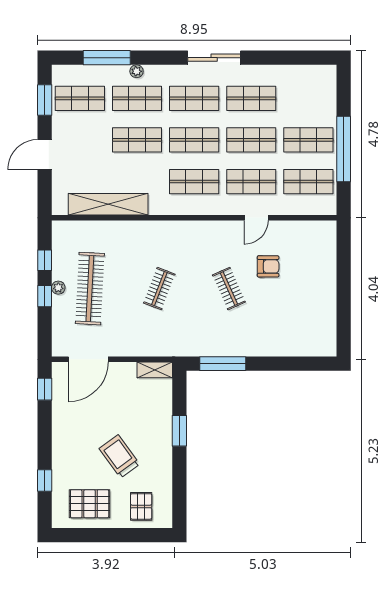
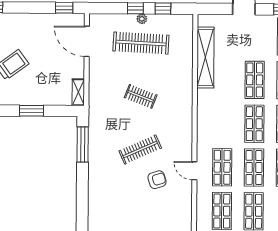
shop shelf: (194, 182) -> (222, 123), removed
armchair: (268, 266) -> (157, 180), turned -107
clothes rail: (229, 289) -> (140, 150), width x1.36

